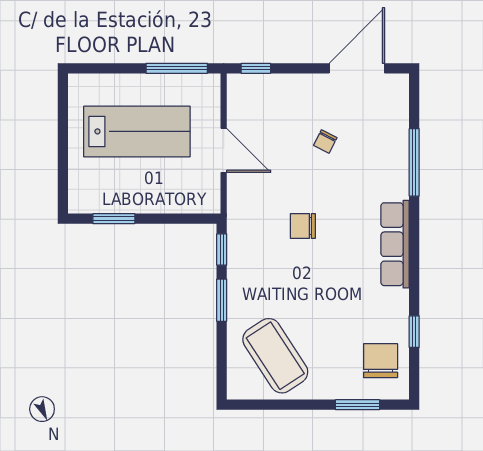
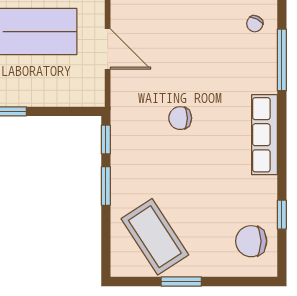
chair: (325, 141) -> (255, 24), moved
chair: (381, 361) -> (251, 241), turned -90
window: (357, 405) -> (181, 282), moved

